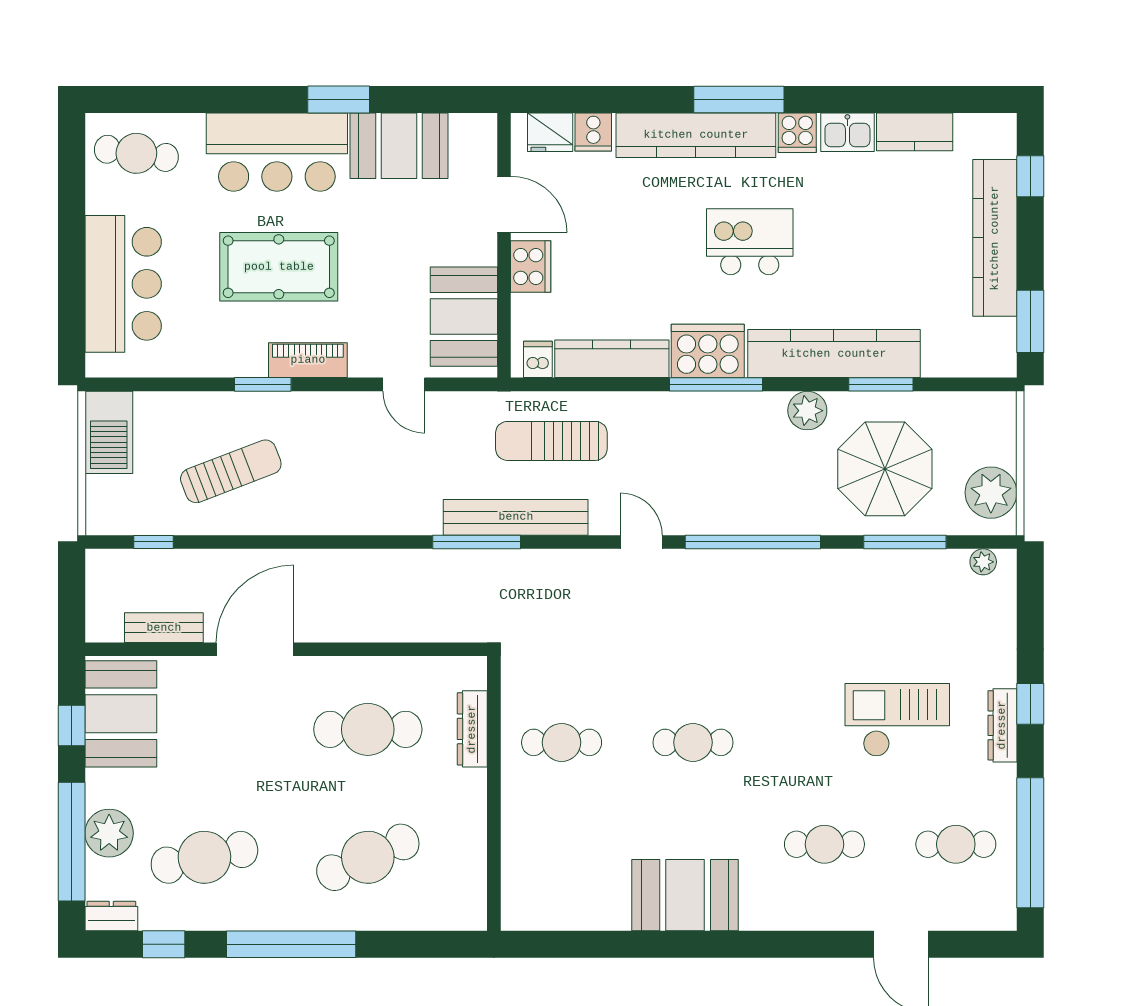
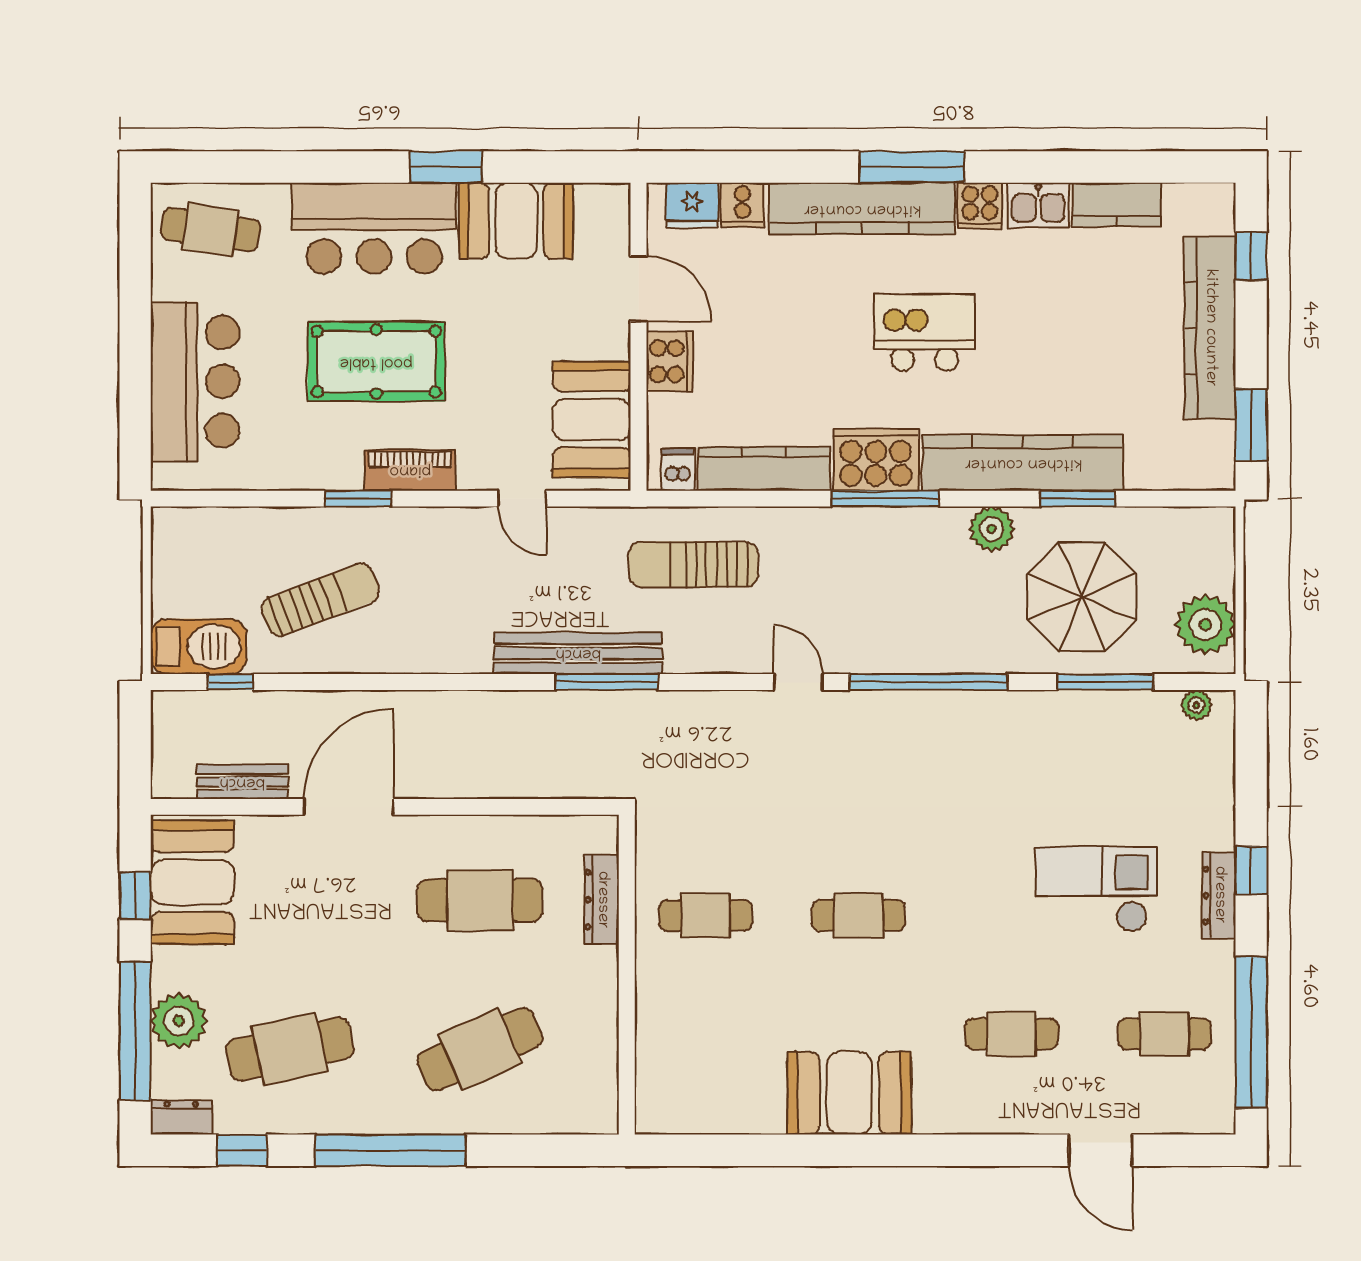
barbecue: (109, 432) -> (199, 647), moved, turned -90
bench: (516, 517) -> (578, 653), moved

